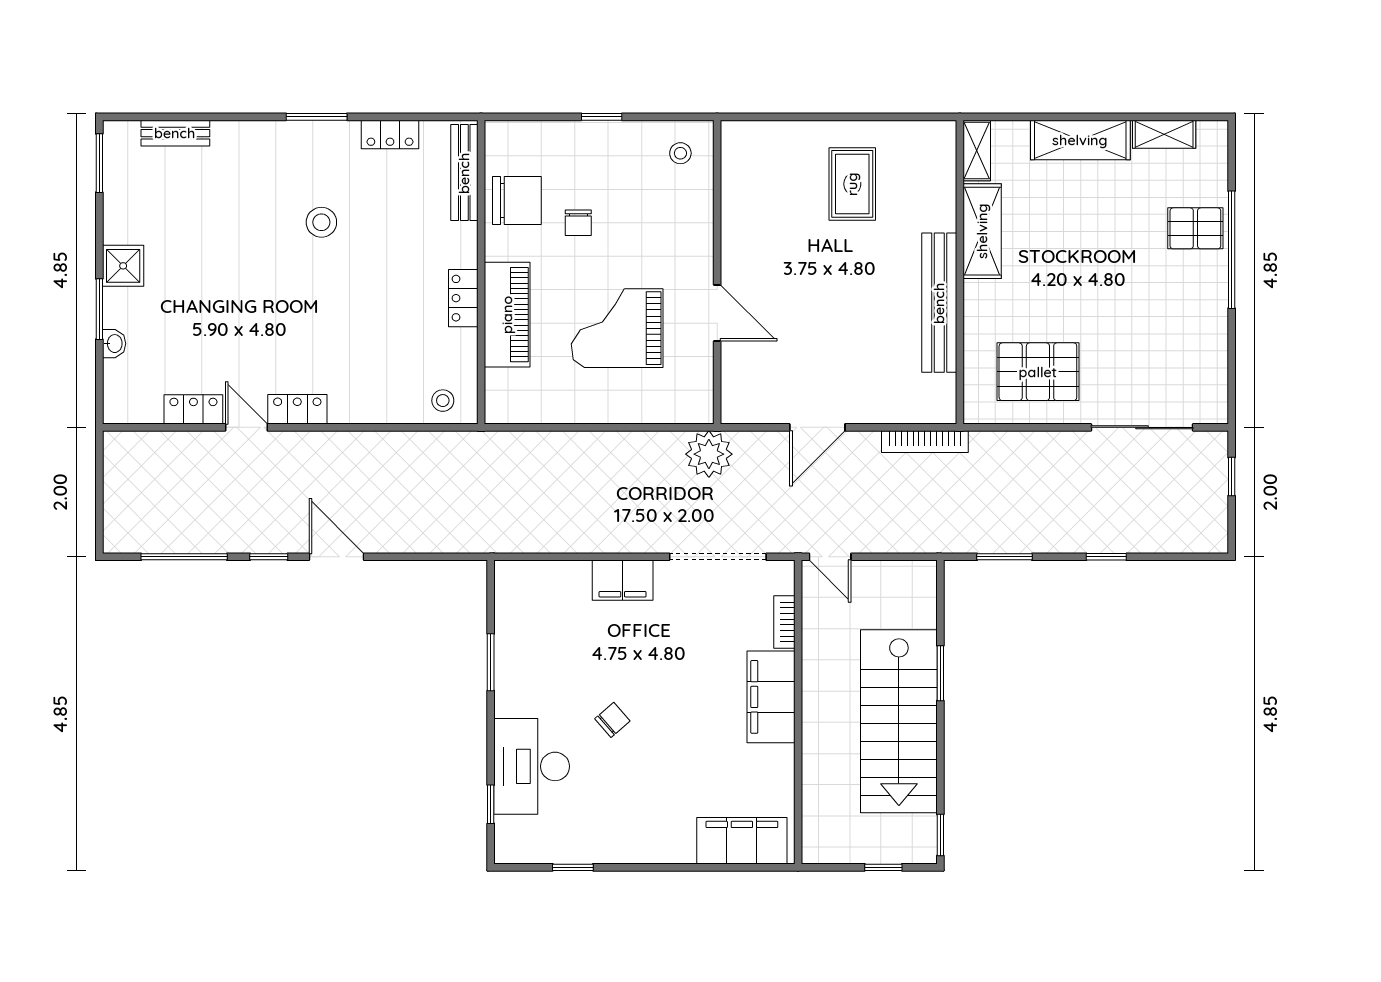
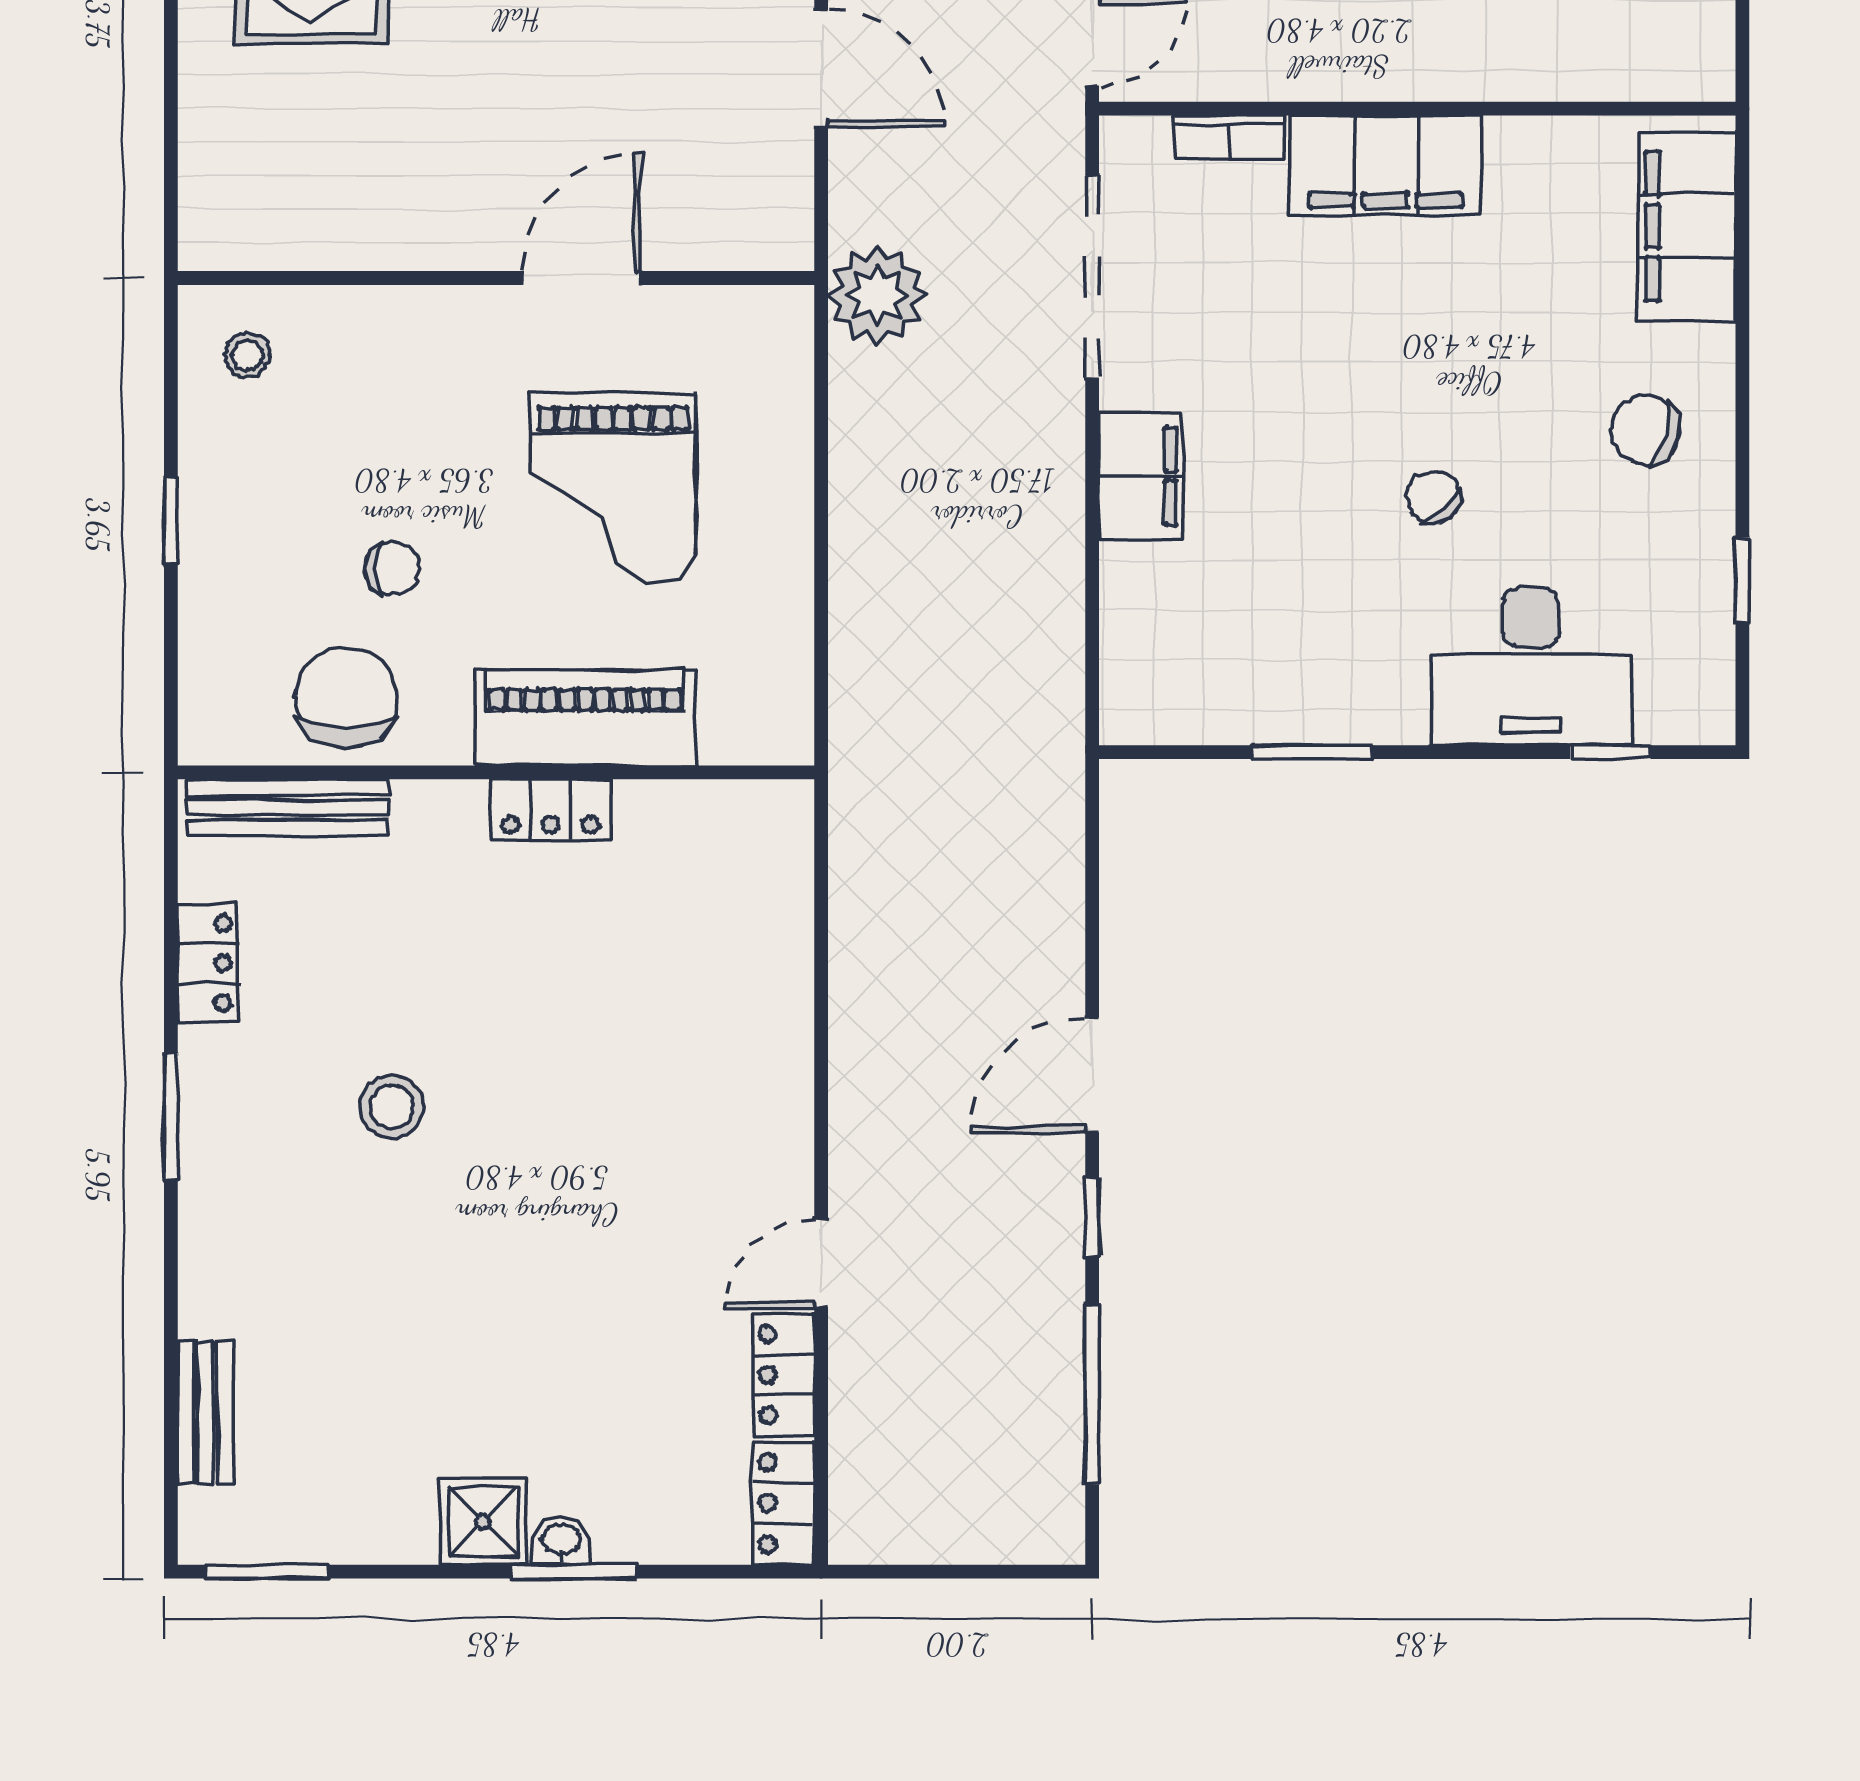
washbasin: (114, 344) -> (561, 1541), moved
stool: (443, 401) -> (765, 853), removed
locker: (297, 409) -> (783, 1503), moved
chair: (645, 821) -> (1645, 430), added

